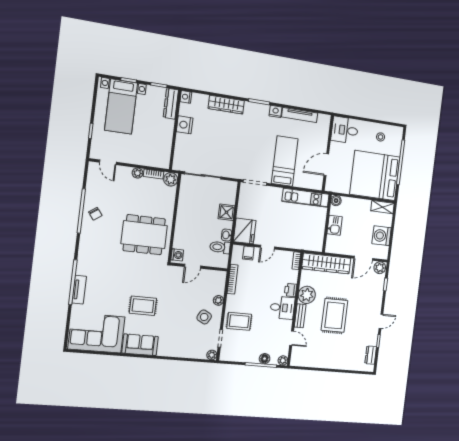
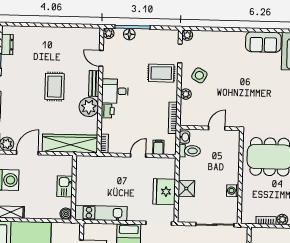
plant: (171, 179) -> (248, 217), removed
fridge: (245, 231) -> (164, 192), moved
washbasin: (227, 235) -> (185, 137), moved
washing machine: (177, 255) -> (233, 191), moved
rug: (143, 306) -> (264, 83), removed
rug: (334, 315) -> (55, 87), width x0.73, depth x0.70

